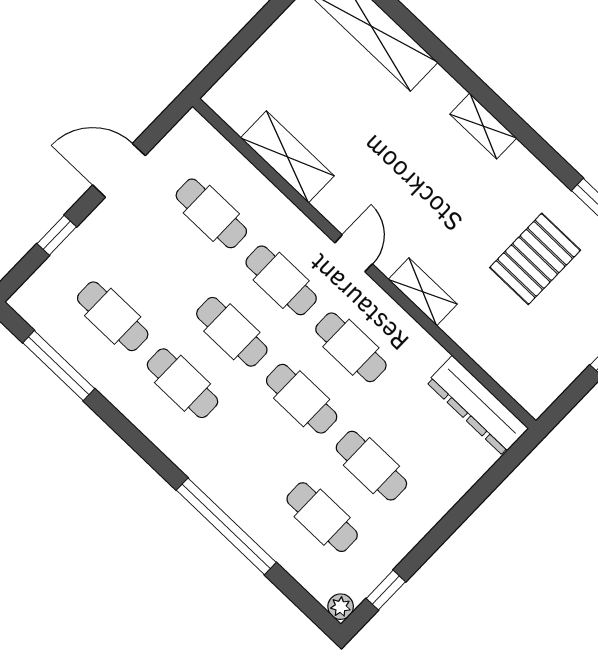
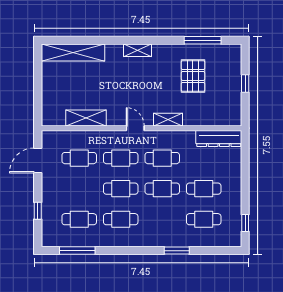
door: (119, 170) -> (38, 160), moved
window: (226, 526) -> (177, 251), width x0.47
plant: (341, 607) -> (236, 241), removed

